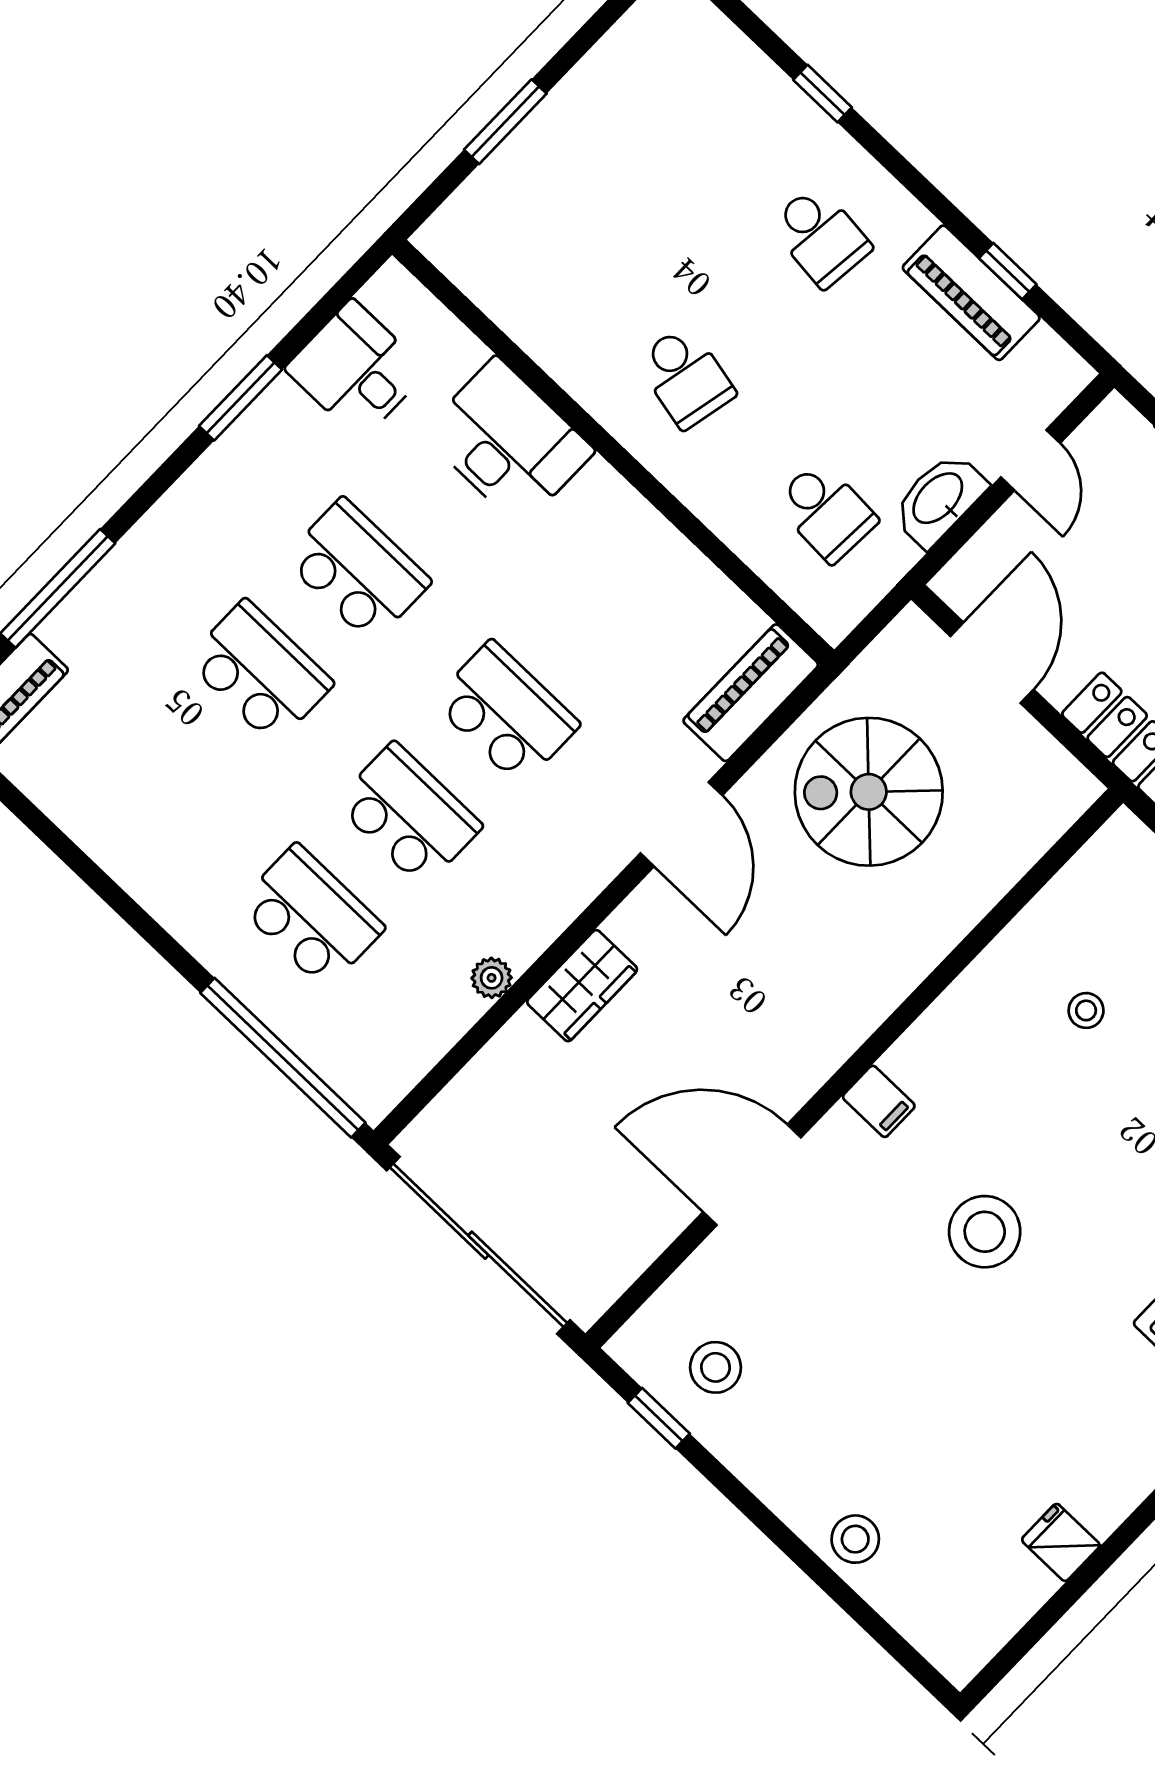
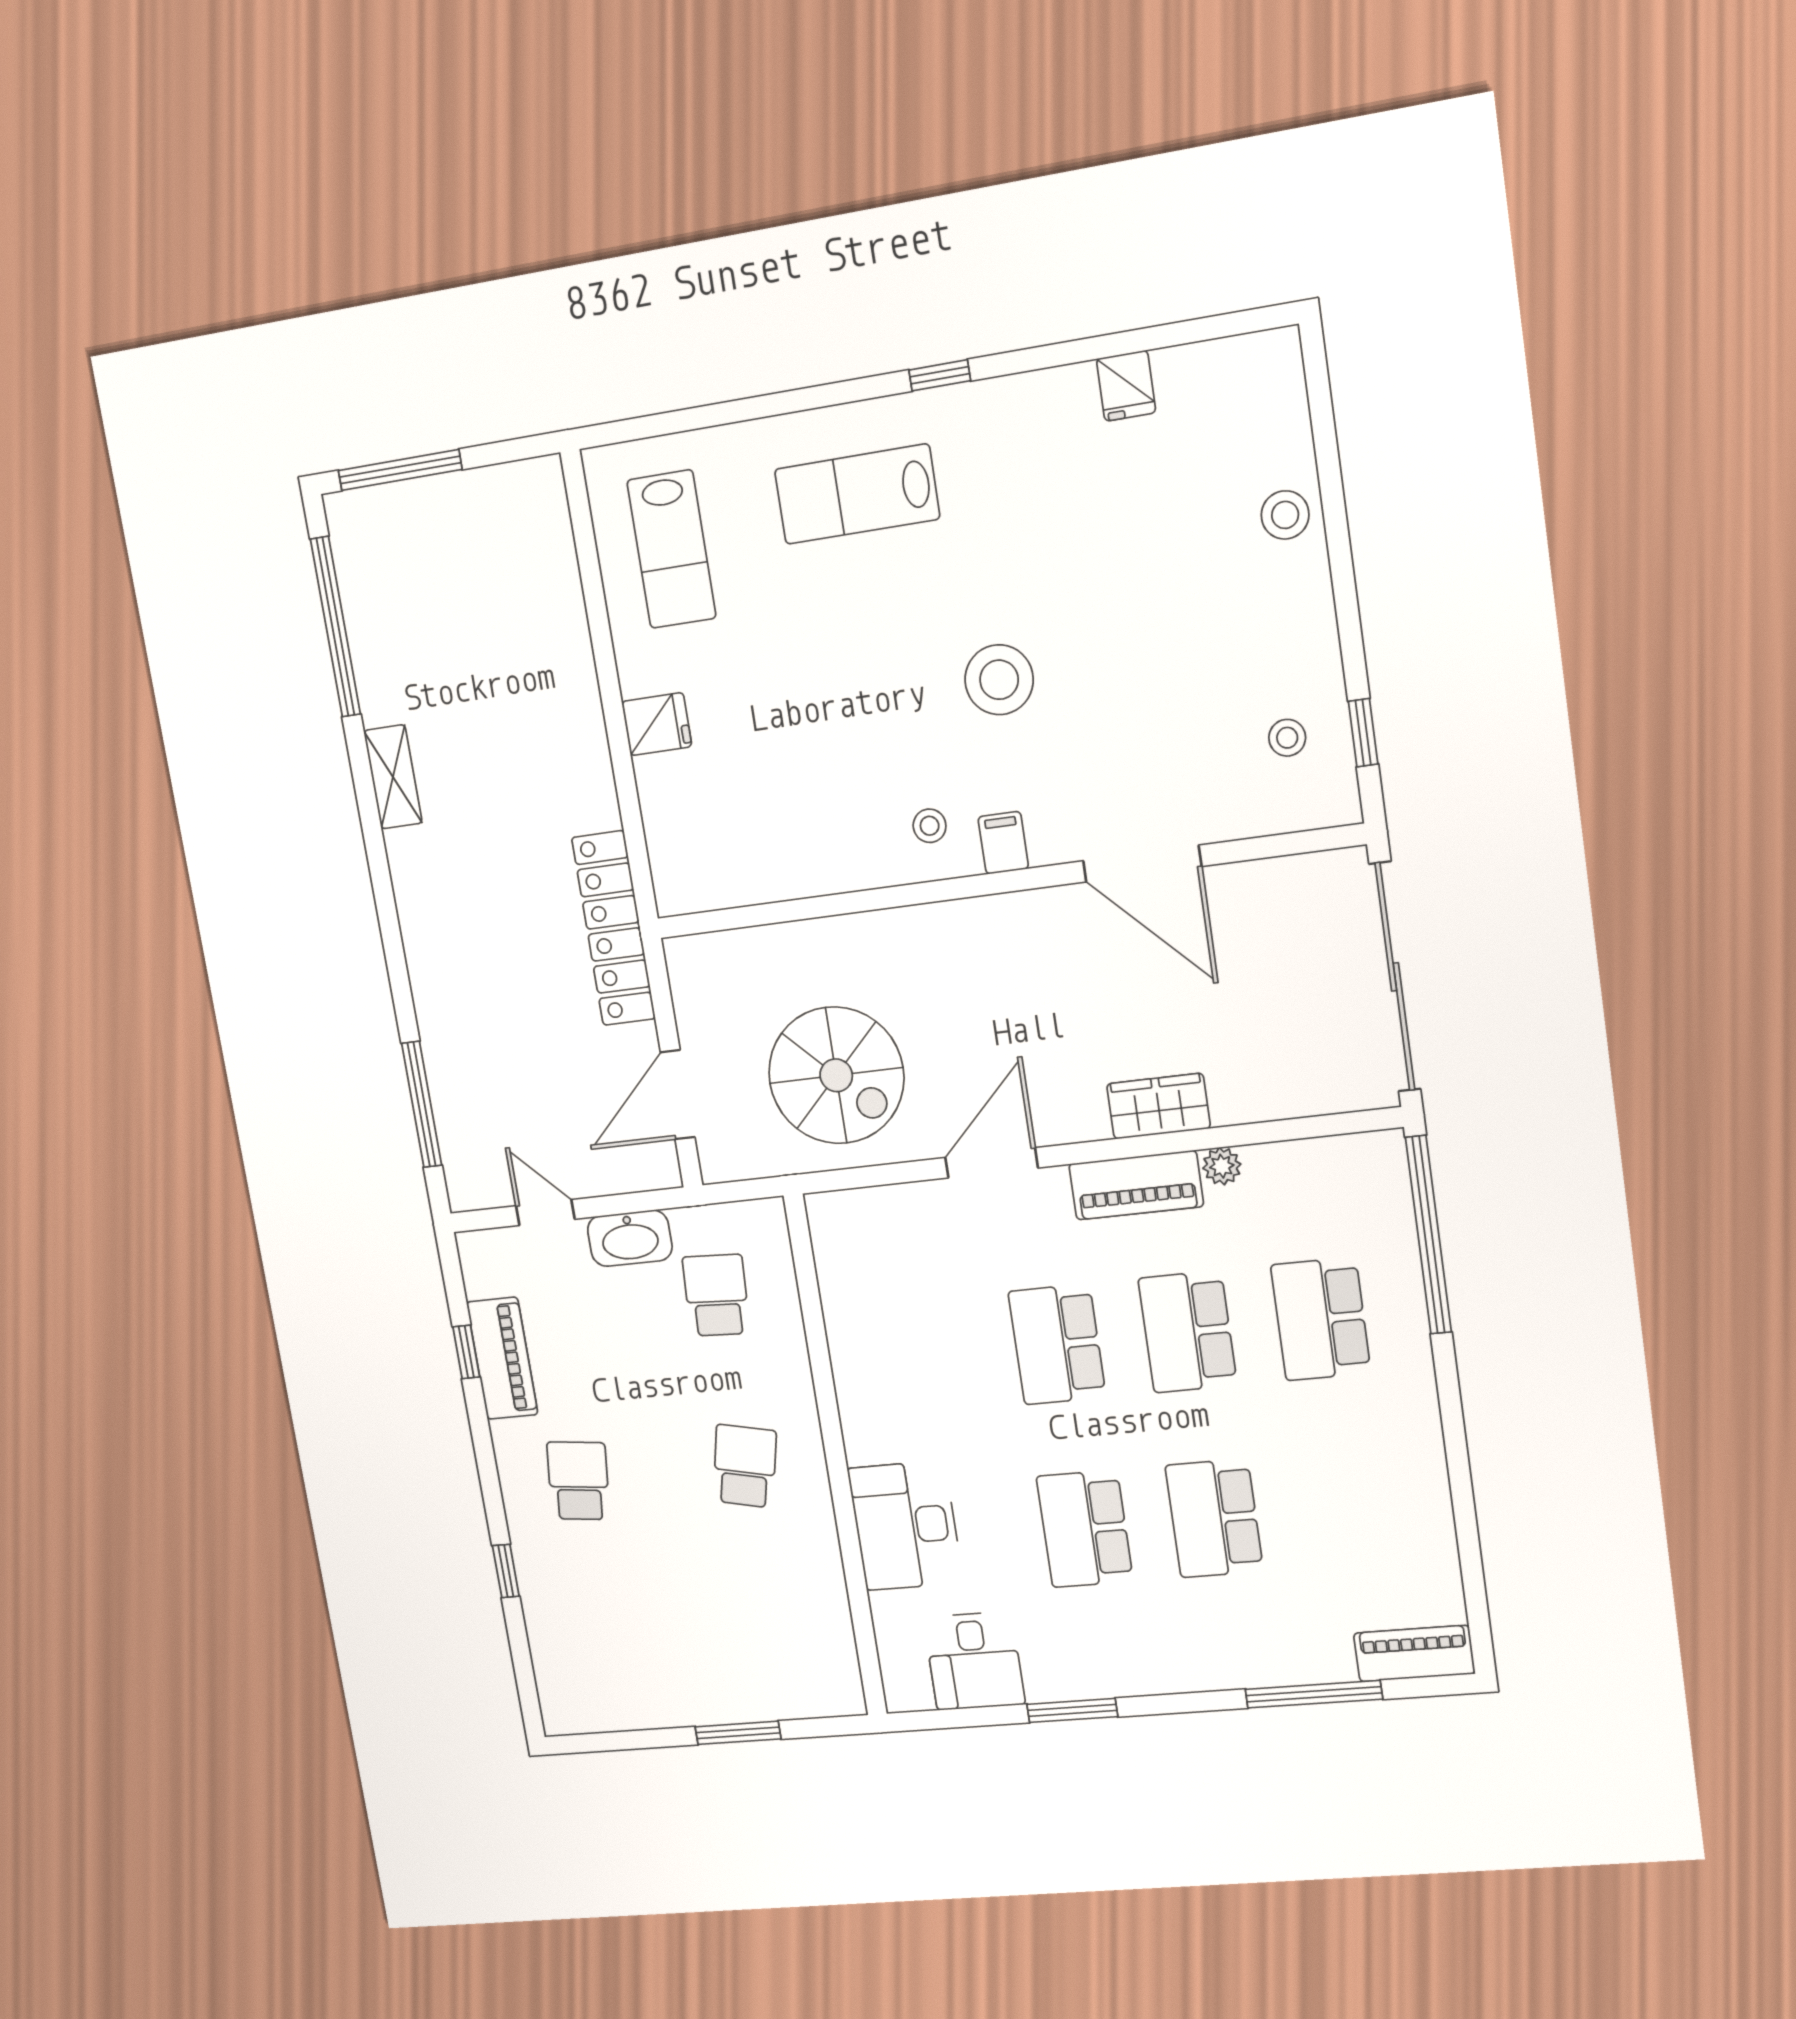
door: (1030, 460) -> (545, 1212), hinge flipped
piano: (751, 693) -> (1136, 1185), moved
stool: (1086, 1010) -> (930, 826), moved
stool: (716, 1367) -> (1287, 738), width x0.73, depth x0.73

